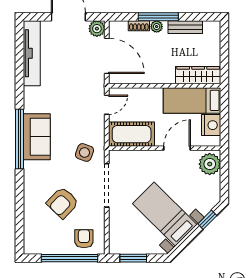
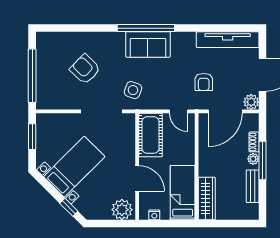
nightstand: (211, 125) -> (154, 215), width x0.53, depth x0.56
armchair: (84, 239) -> (204, 82), moved, turned 90

